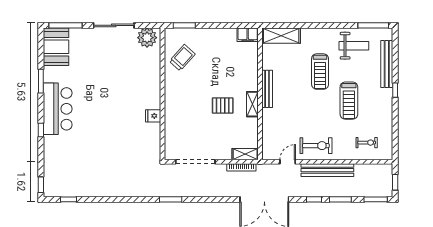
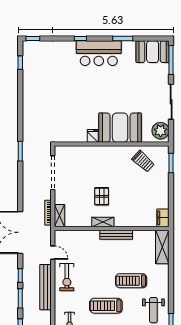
booth: (143, 84) -> (120, 128), added

